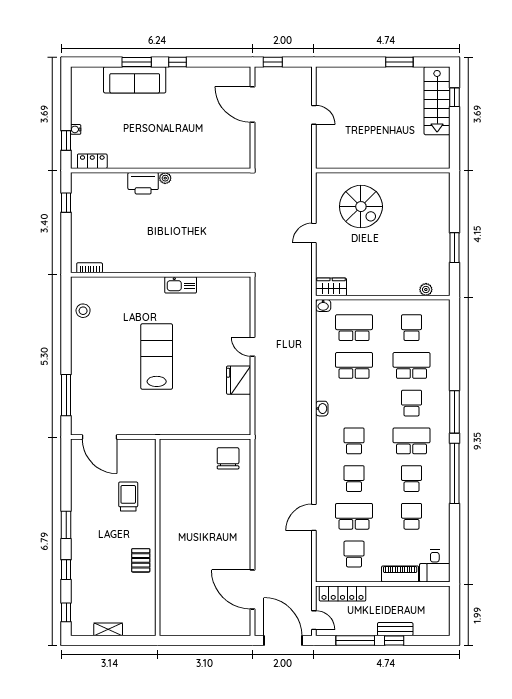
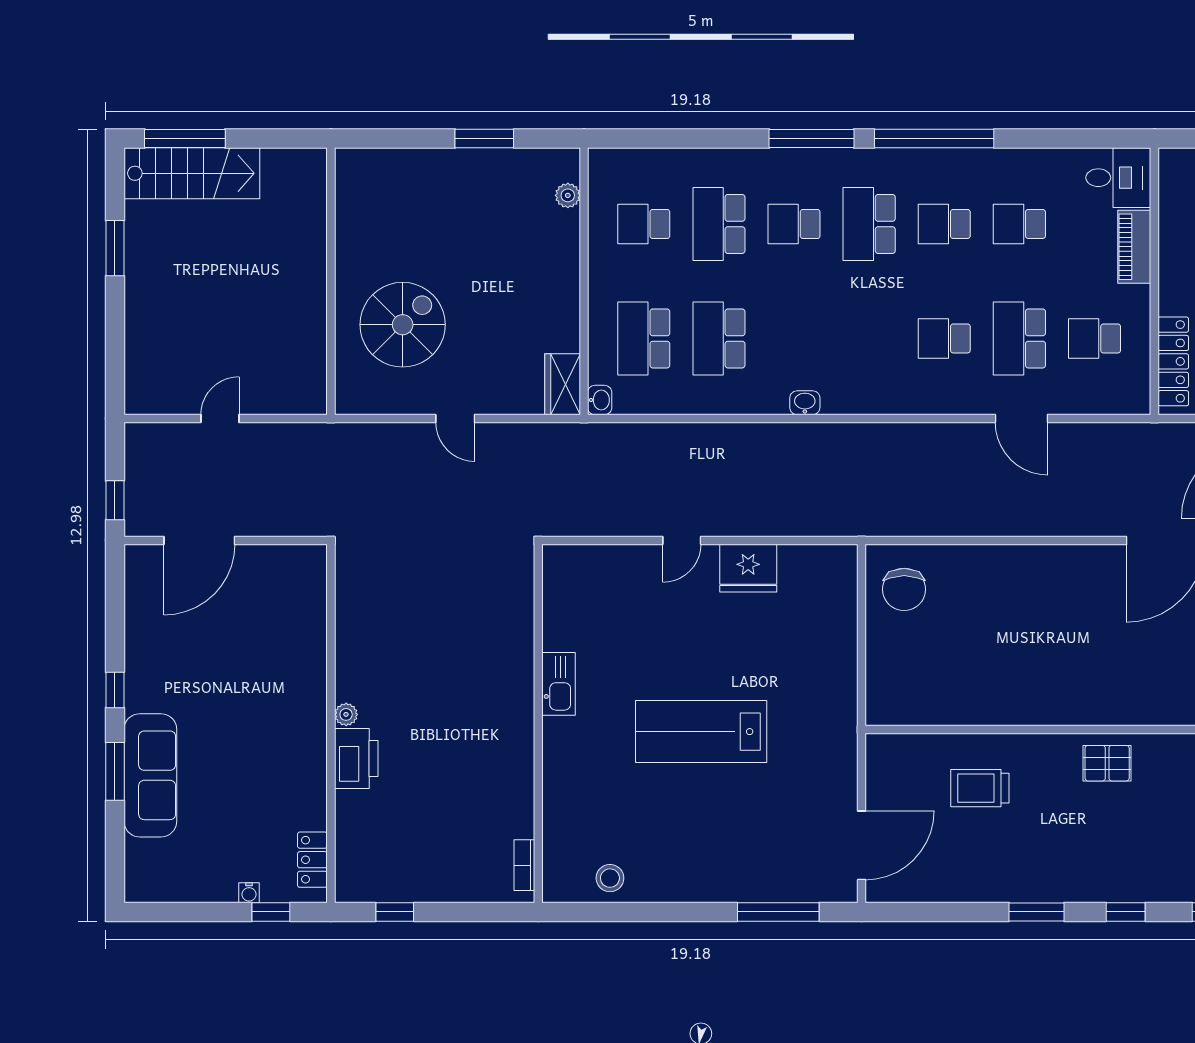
window: (454, 97) -> (185, 138), width x2.17
school desk: (354, 441) -> (869, 338), removed
chair: (228, 458) -> (904, 589), turned -90

